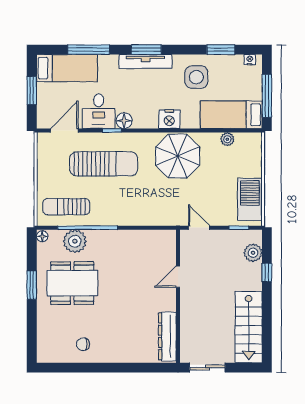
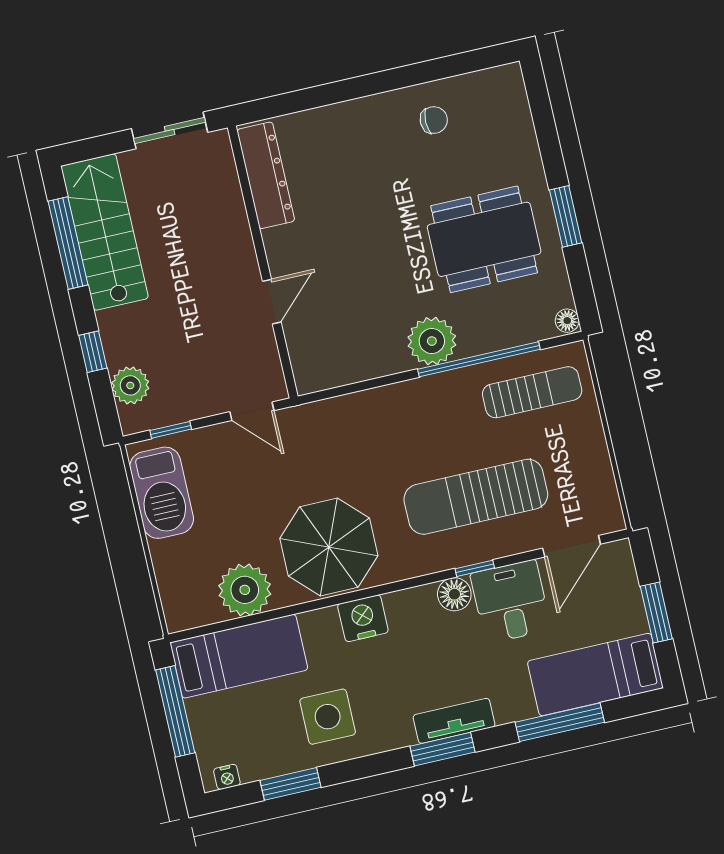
tv unit: (145, 62) -> (454, 721), width x0.71
plant: (227, 139) -> (245, 590), width x1.88, depth x1.88
plant: (75, 241) -> (432, 341), moved
window: (267, 326) -> (68, 243), added

